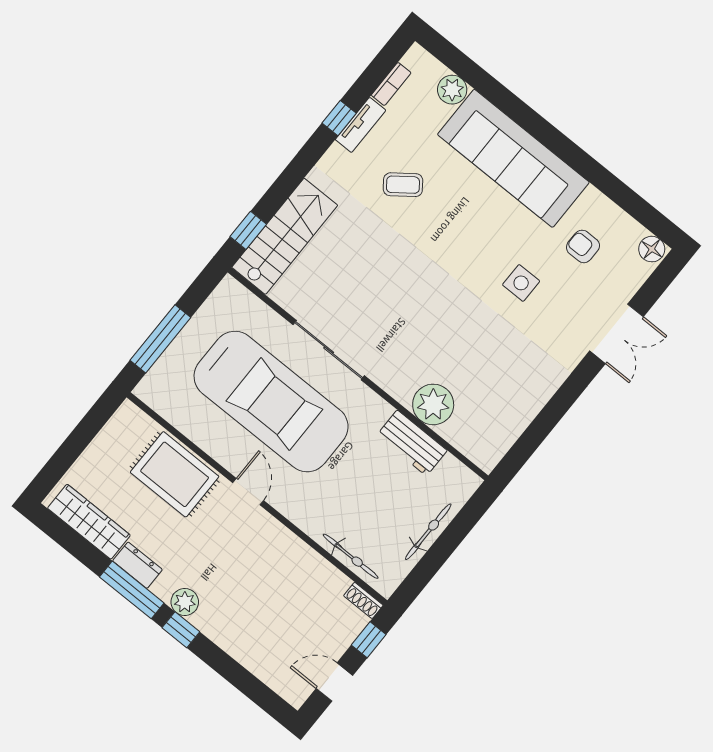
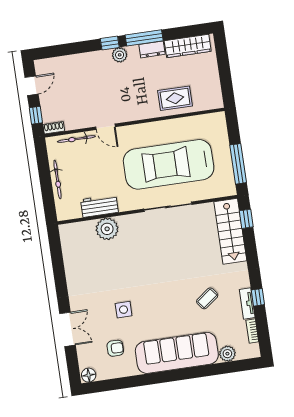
double door: (616, 334) -> (68, 329), swing flipped
window: (160, 339) -> (238, 164), moved
rug: (175, 474) -> (175, 98), width x0.73, depth x0.70
door: (248, 492) -> (105, 127), moved

